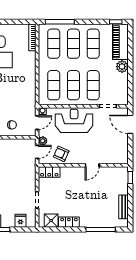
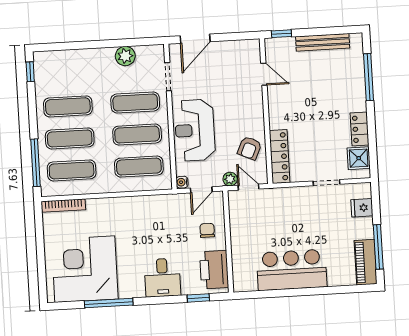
piano: (120, 42) -> (62, 62), removed
plant: (122, 67) -> (125, 56), moved
door: (37, 123) -> (201, 190), swing flipped
door: (92, 165) -> (264, 74), moved
locker: (49, 172) -> (280, 156), width x1.53
bench: (124, 207) -> (323, 42), width x1.36

